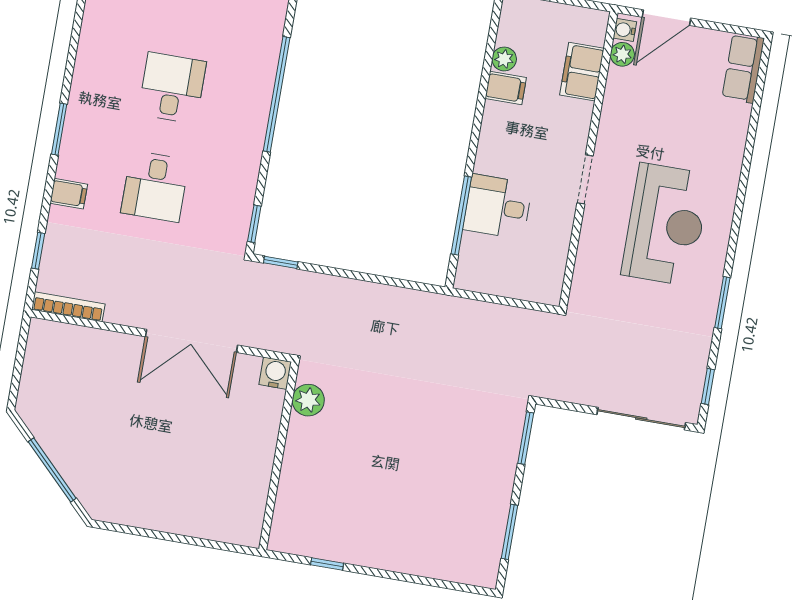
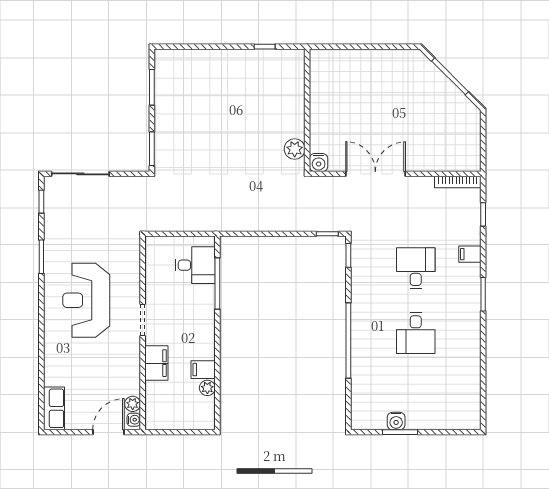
filing cabinet: (582, 72) -> (156, 363), moved
desk: (498, 207) -> (195, 265), moved

